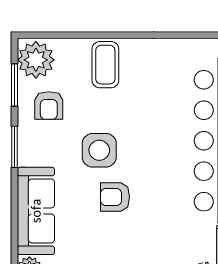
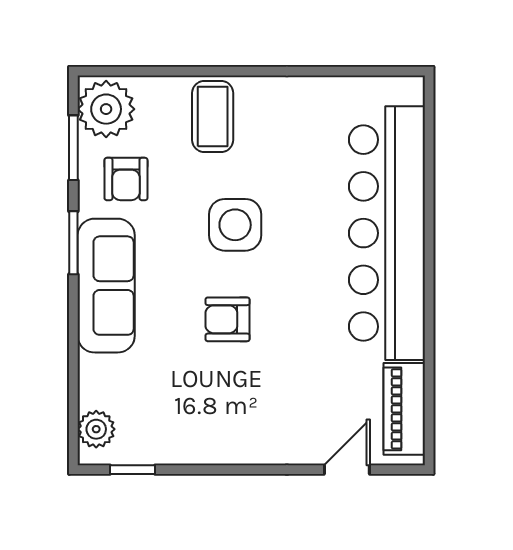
side table: (99, 150) -> (235, 225), moved
sofa: (36, 211) -> (106, 286), moved

